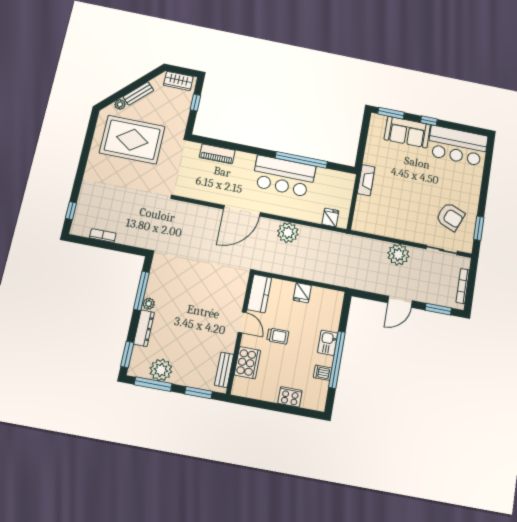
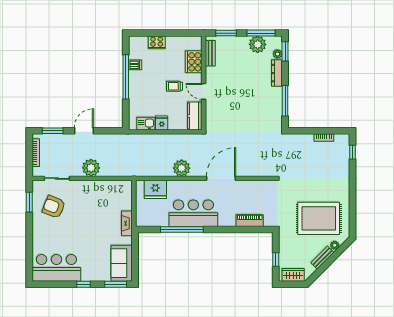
sofa: (407, 132) -> (122, 263), moved, turned -90
fridge: (330, 217) -> (155, 189), width x1.88, depth x1.34
plant: (149, 304) -> (277, 54), moved
kitchen sink: (328, 343) -> (146, 124), moved, turned -90

